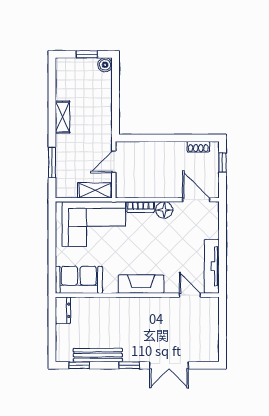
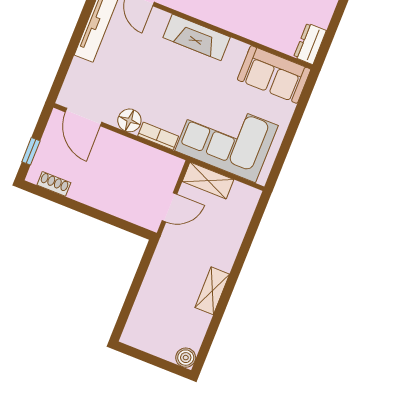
window: (87, 54) -> (149, 359), removed
boiler: (105, 65) -> (186, 358), moved
window: (52, 162) -> (249, 238), removed

